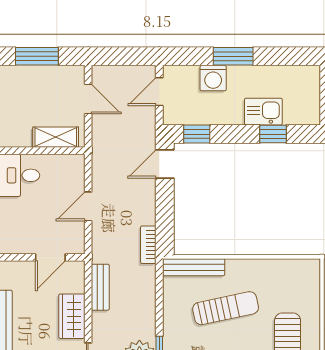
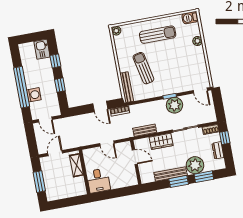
window: (233, 56) -> (22, 87), width x2.11
kitchen sink: (263, 112) -> (42, 49), moved
window: (197, 134) -> (60, 85), moved
door: (165, 164) -> (100, 106), moved
plant: (311, 268) -> (116, 31), added

